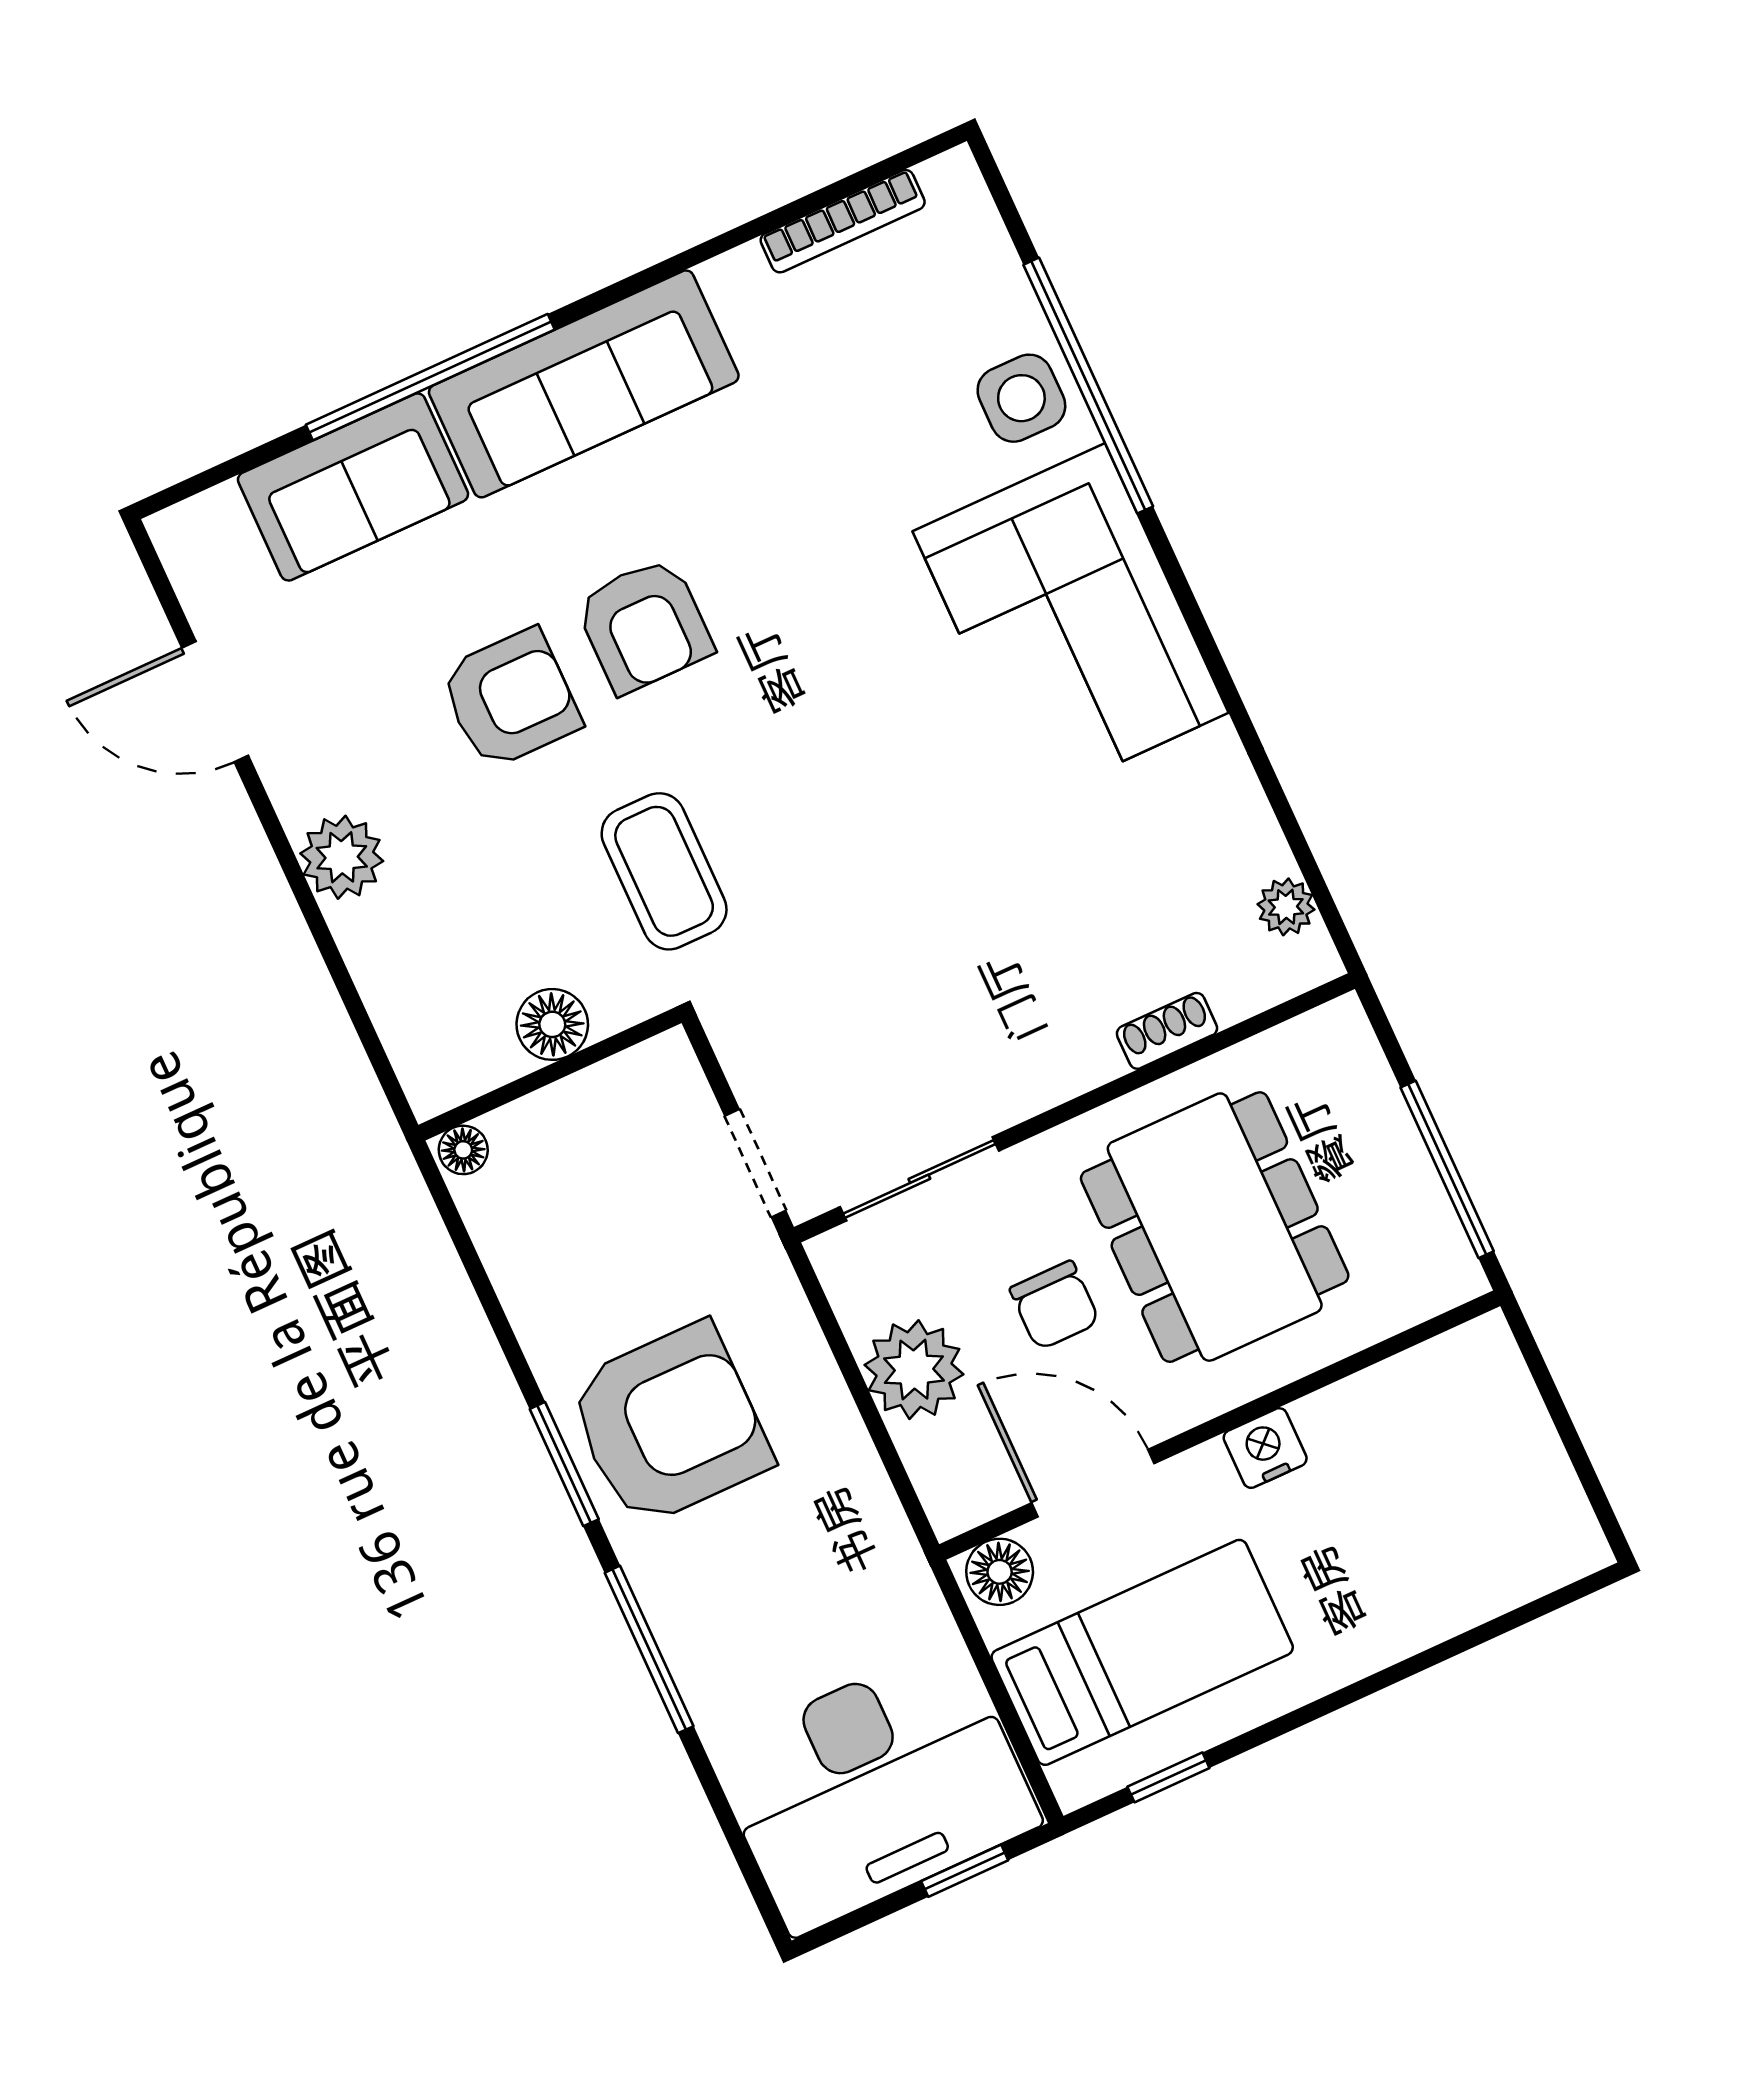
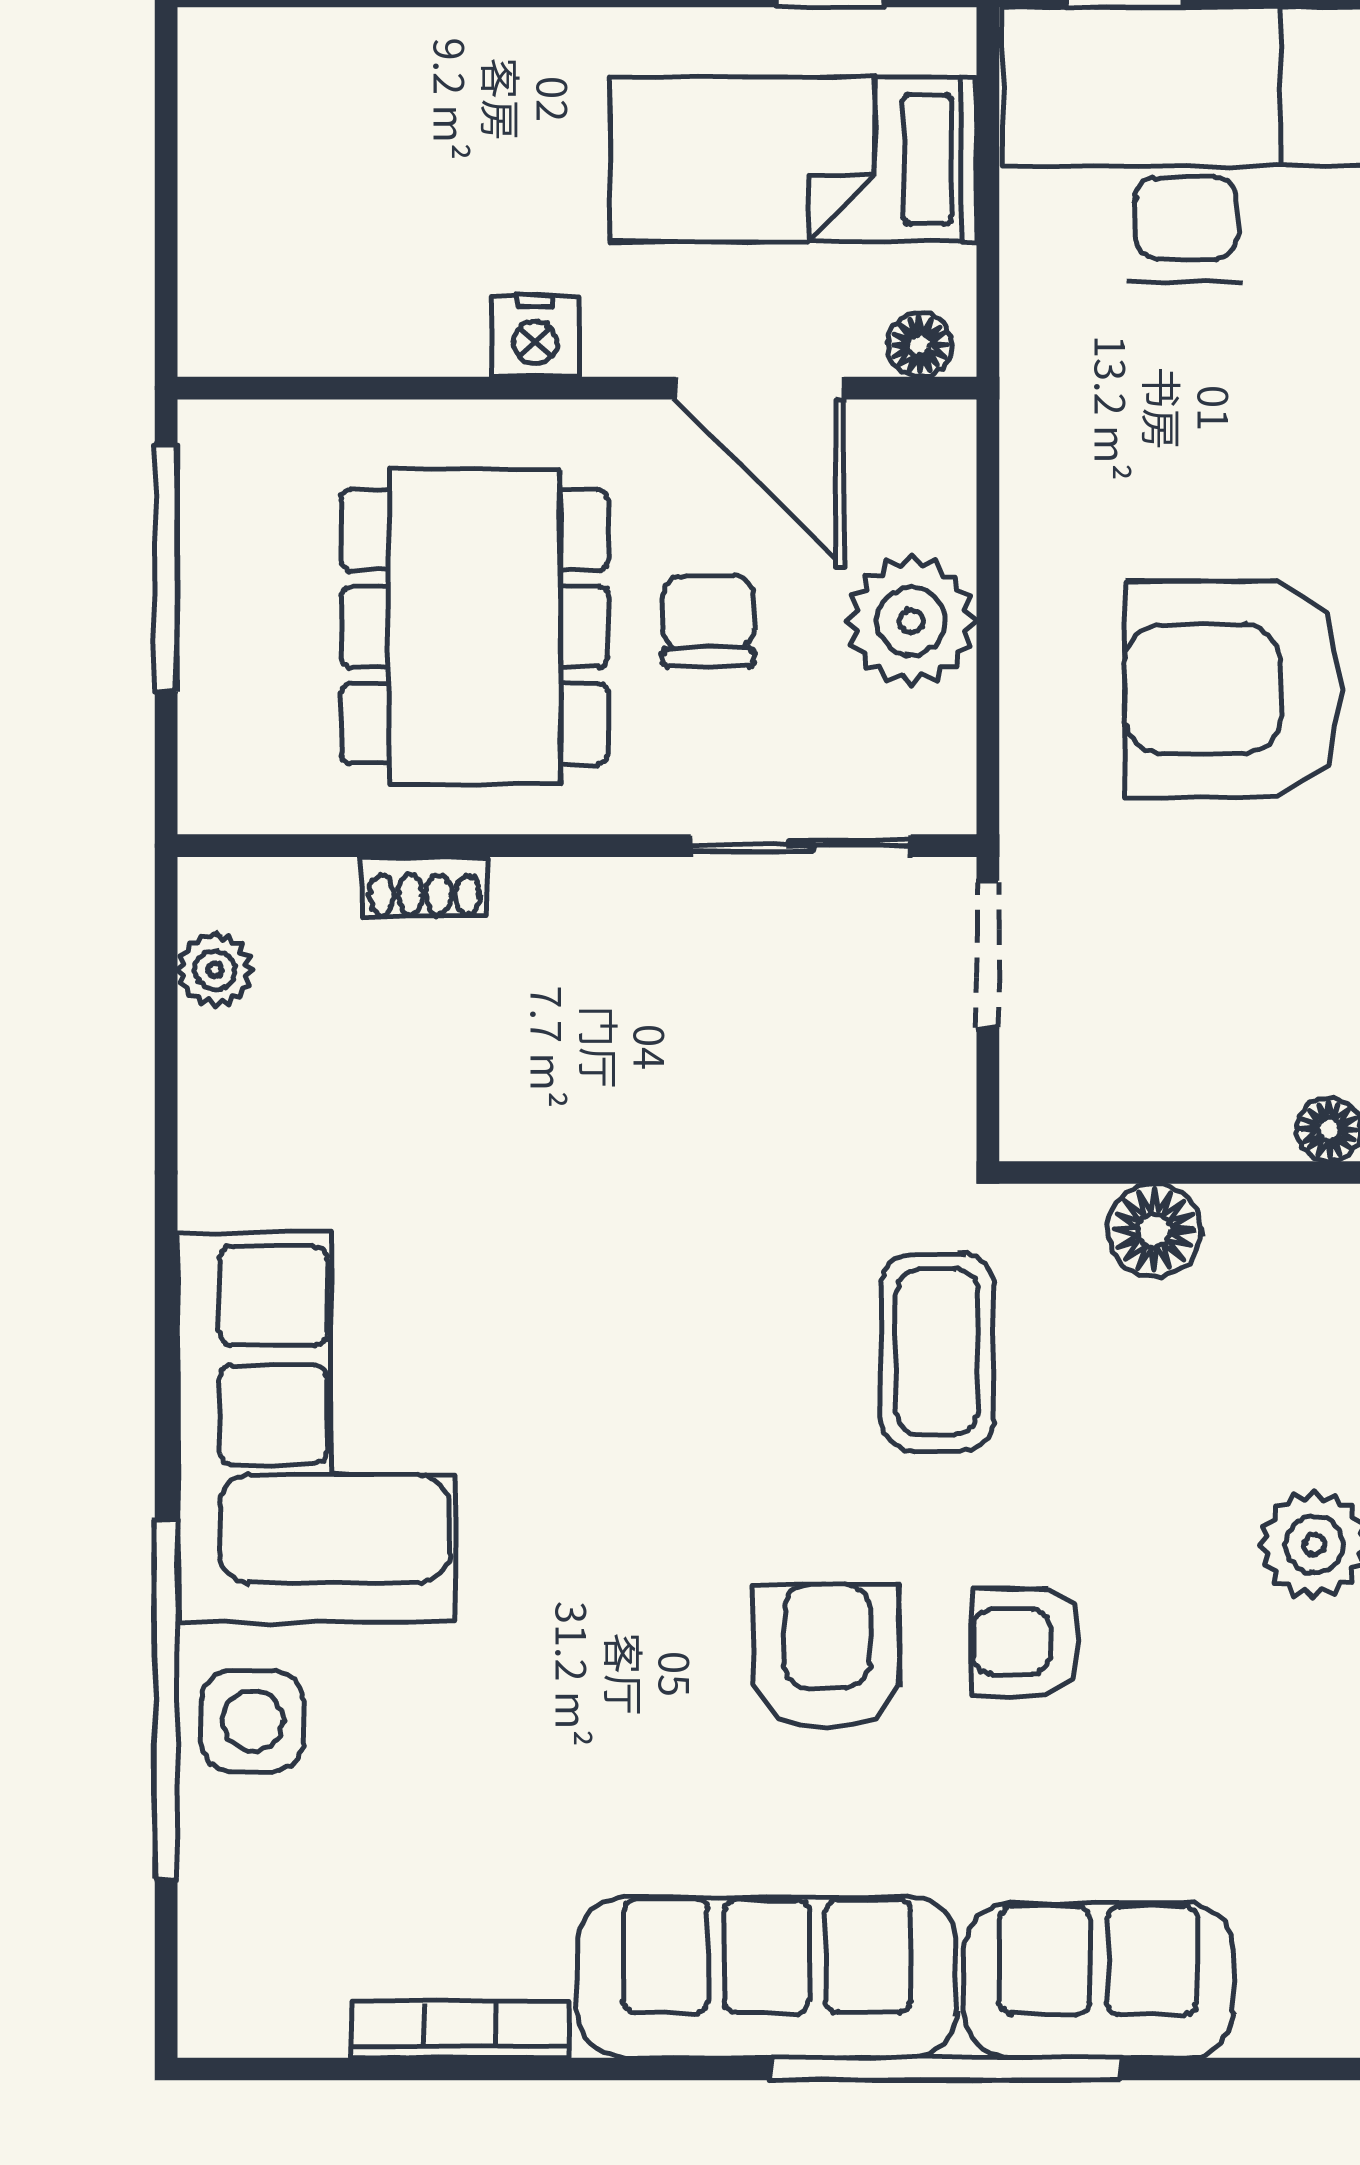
bookcase: (843, 221) -> (460, 2030), moved
armchair: (510, 699) -> (1026, 1642), width x0.72, depth x0.72
floor lamp: (1000, 1572) -> (920, 345), width x0.73, depth x0.73

